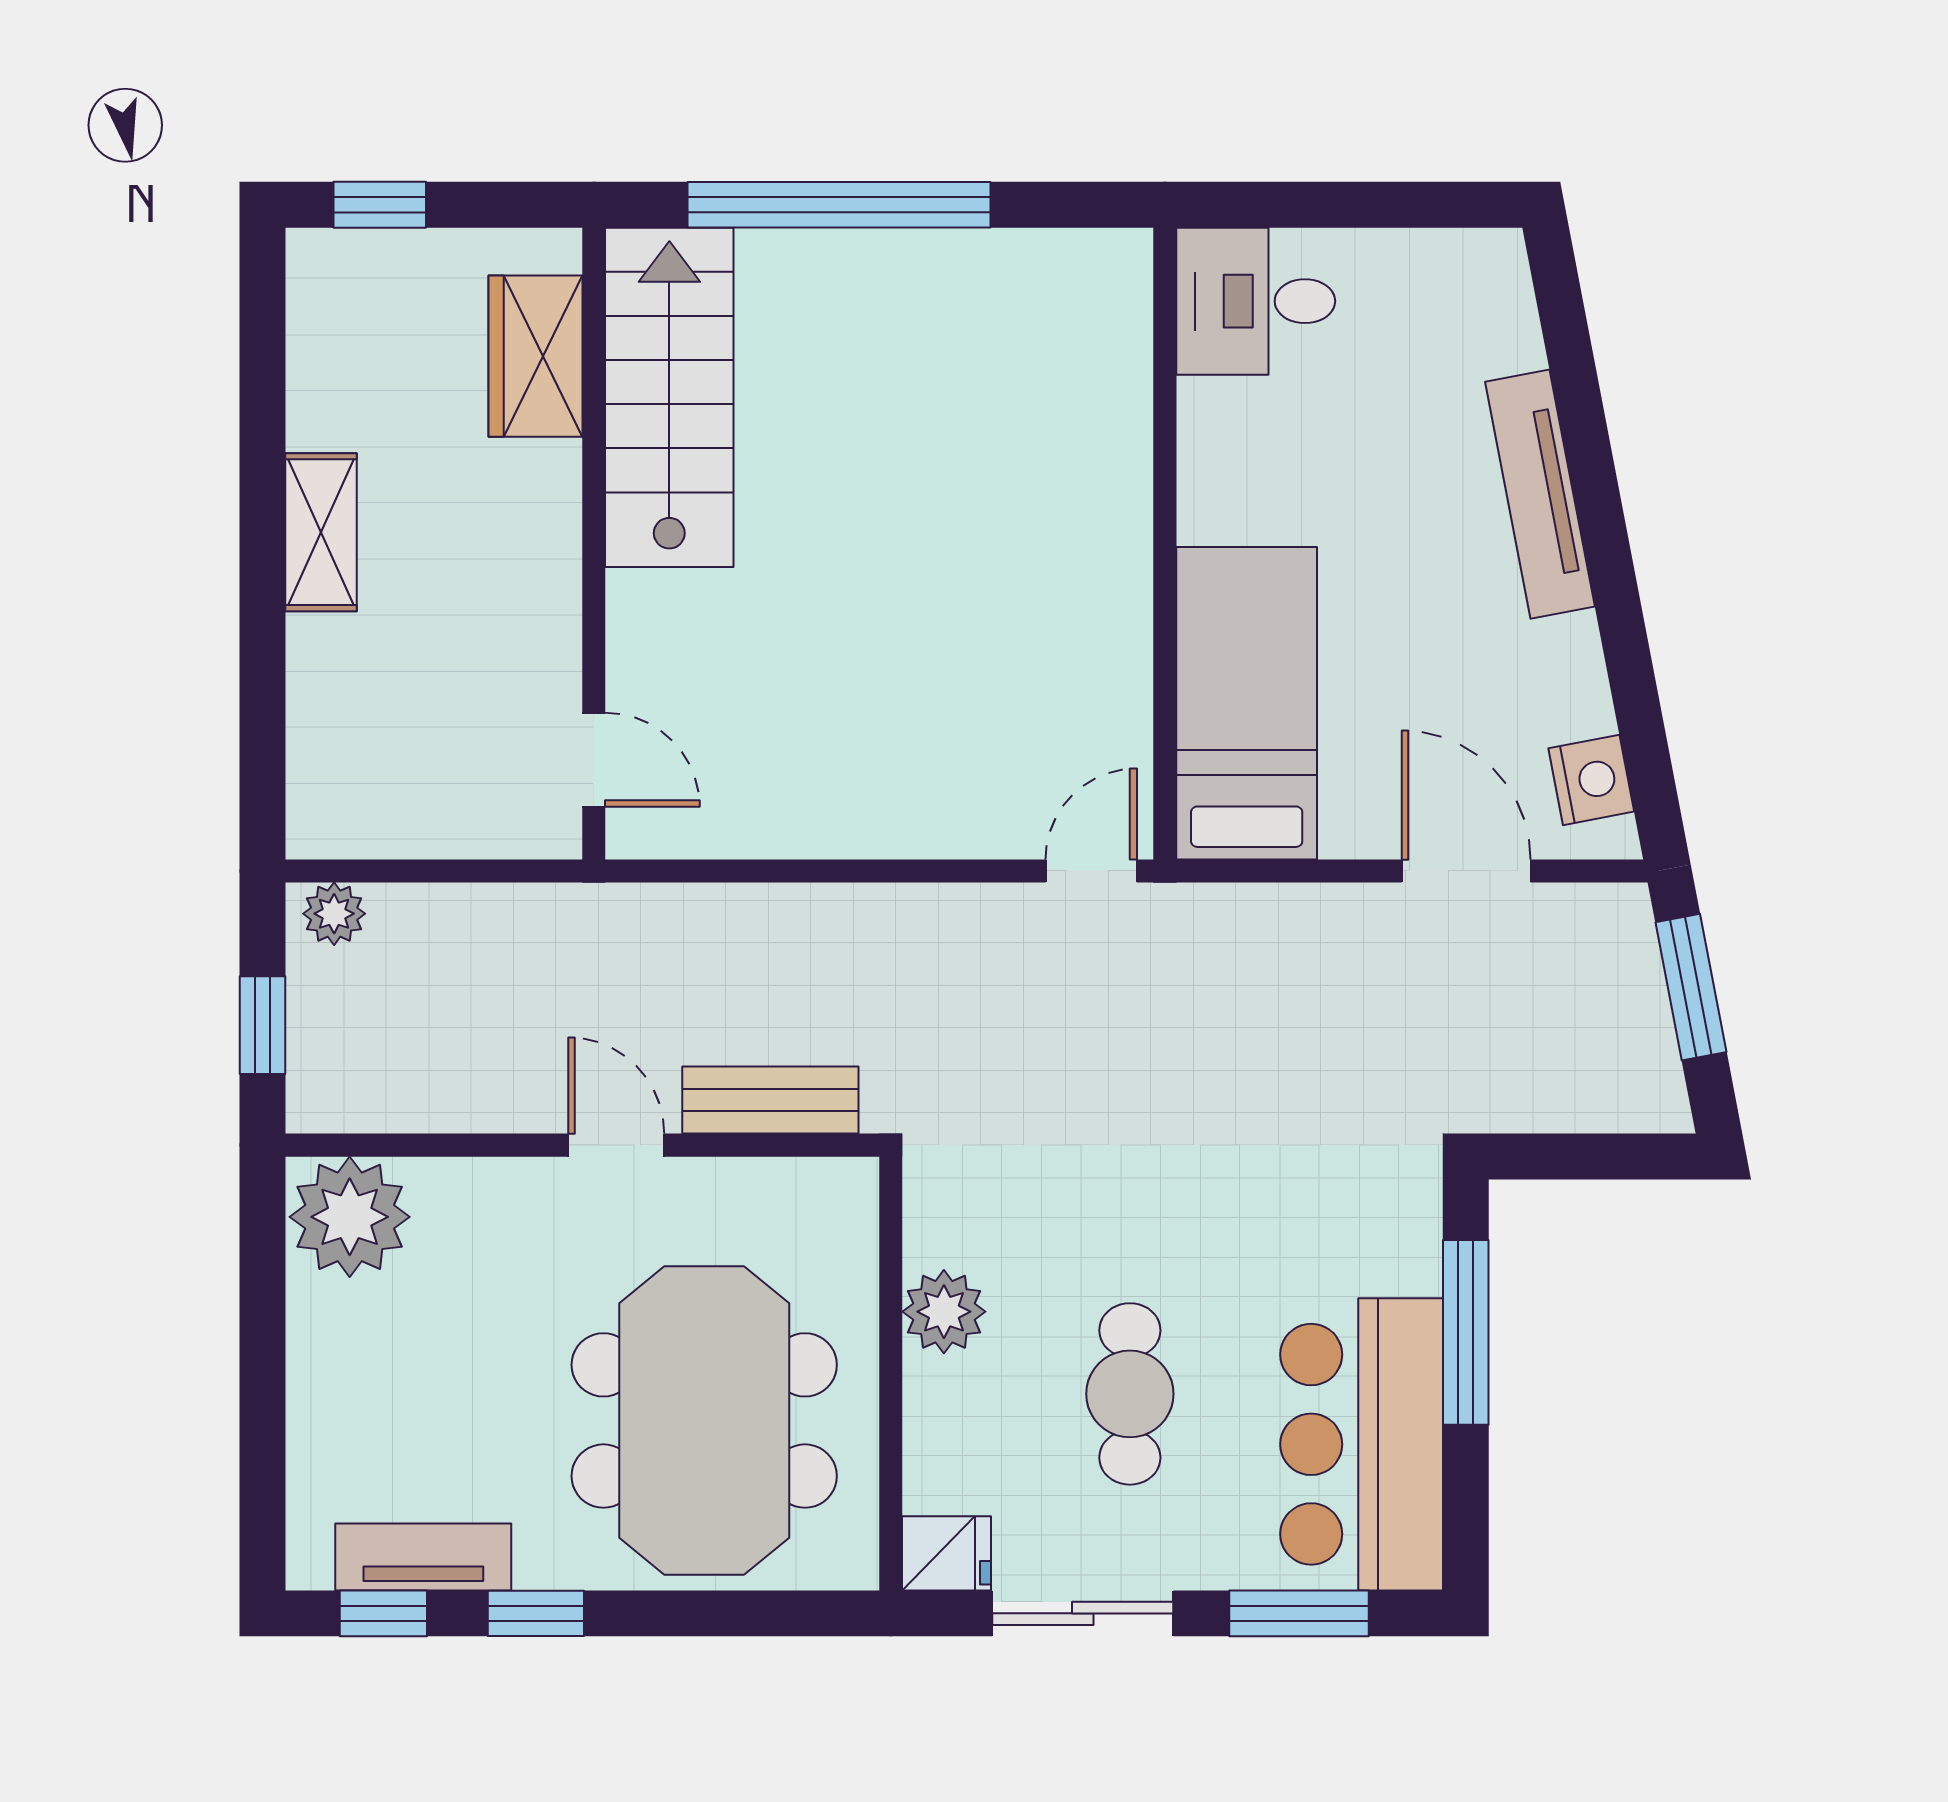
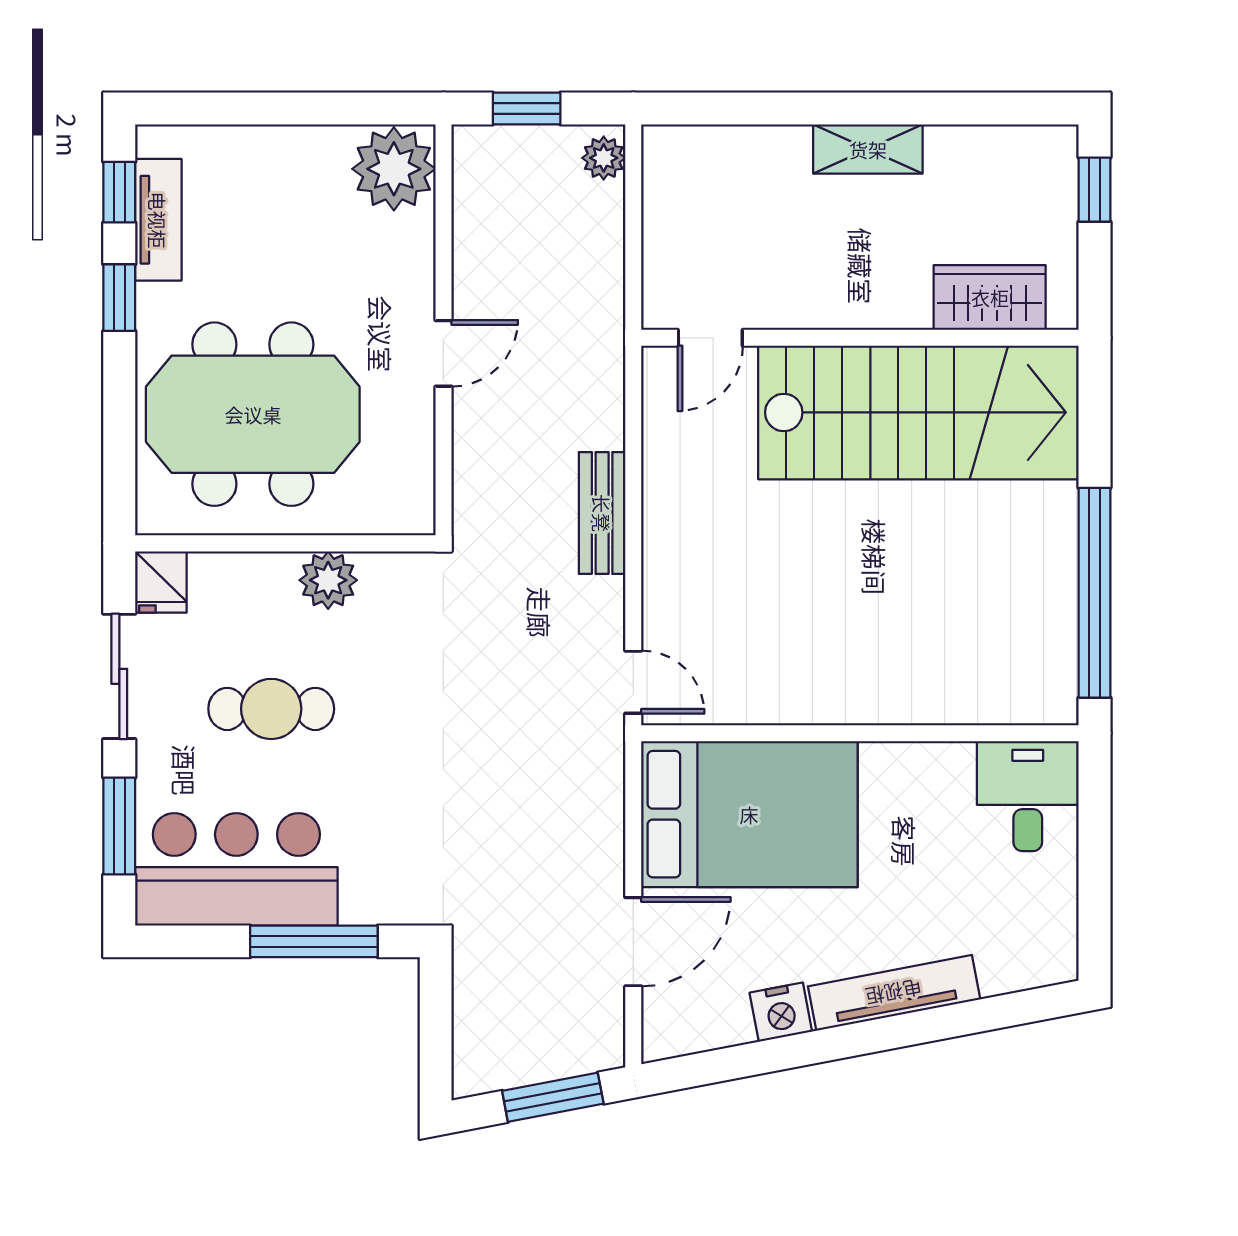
window: (839, 205) -> (1095, 593), moved
stairs: (669, 397) -> (918, 412), width x1.36, depth x1.51
bed: (1247, 703) -> (749, 814), width x1.50
nightstand: (1591, 780) -> (781, 1012), moved
bench: (770, 1100) -> (602, 513), moved

